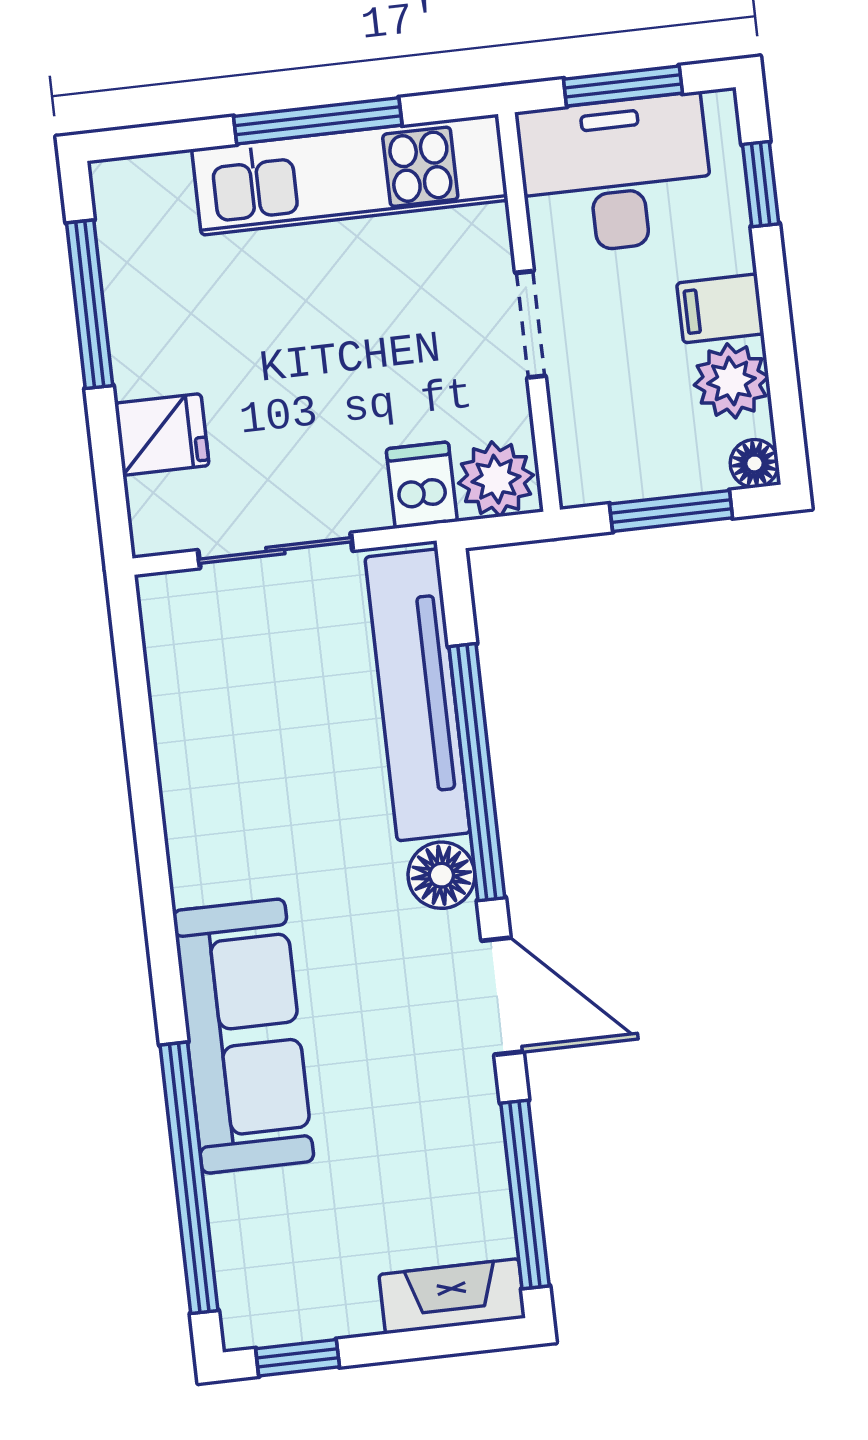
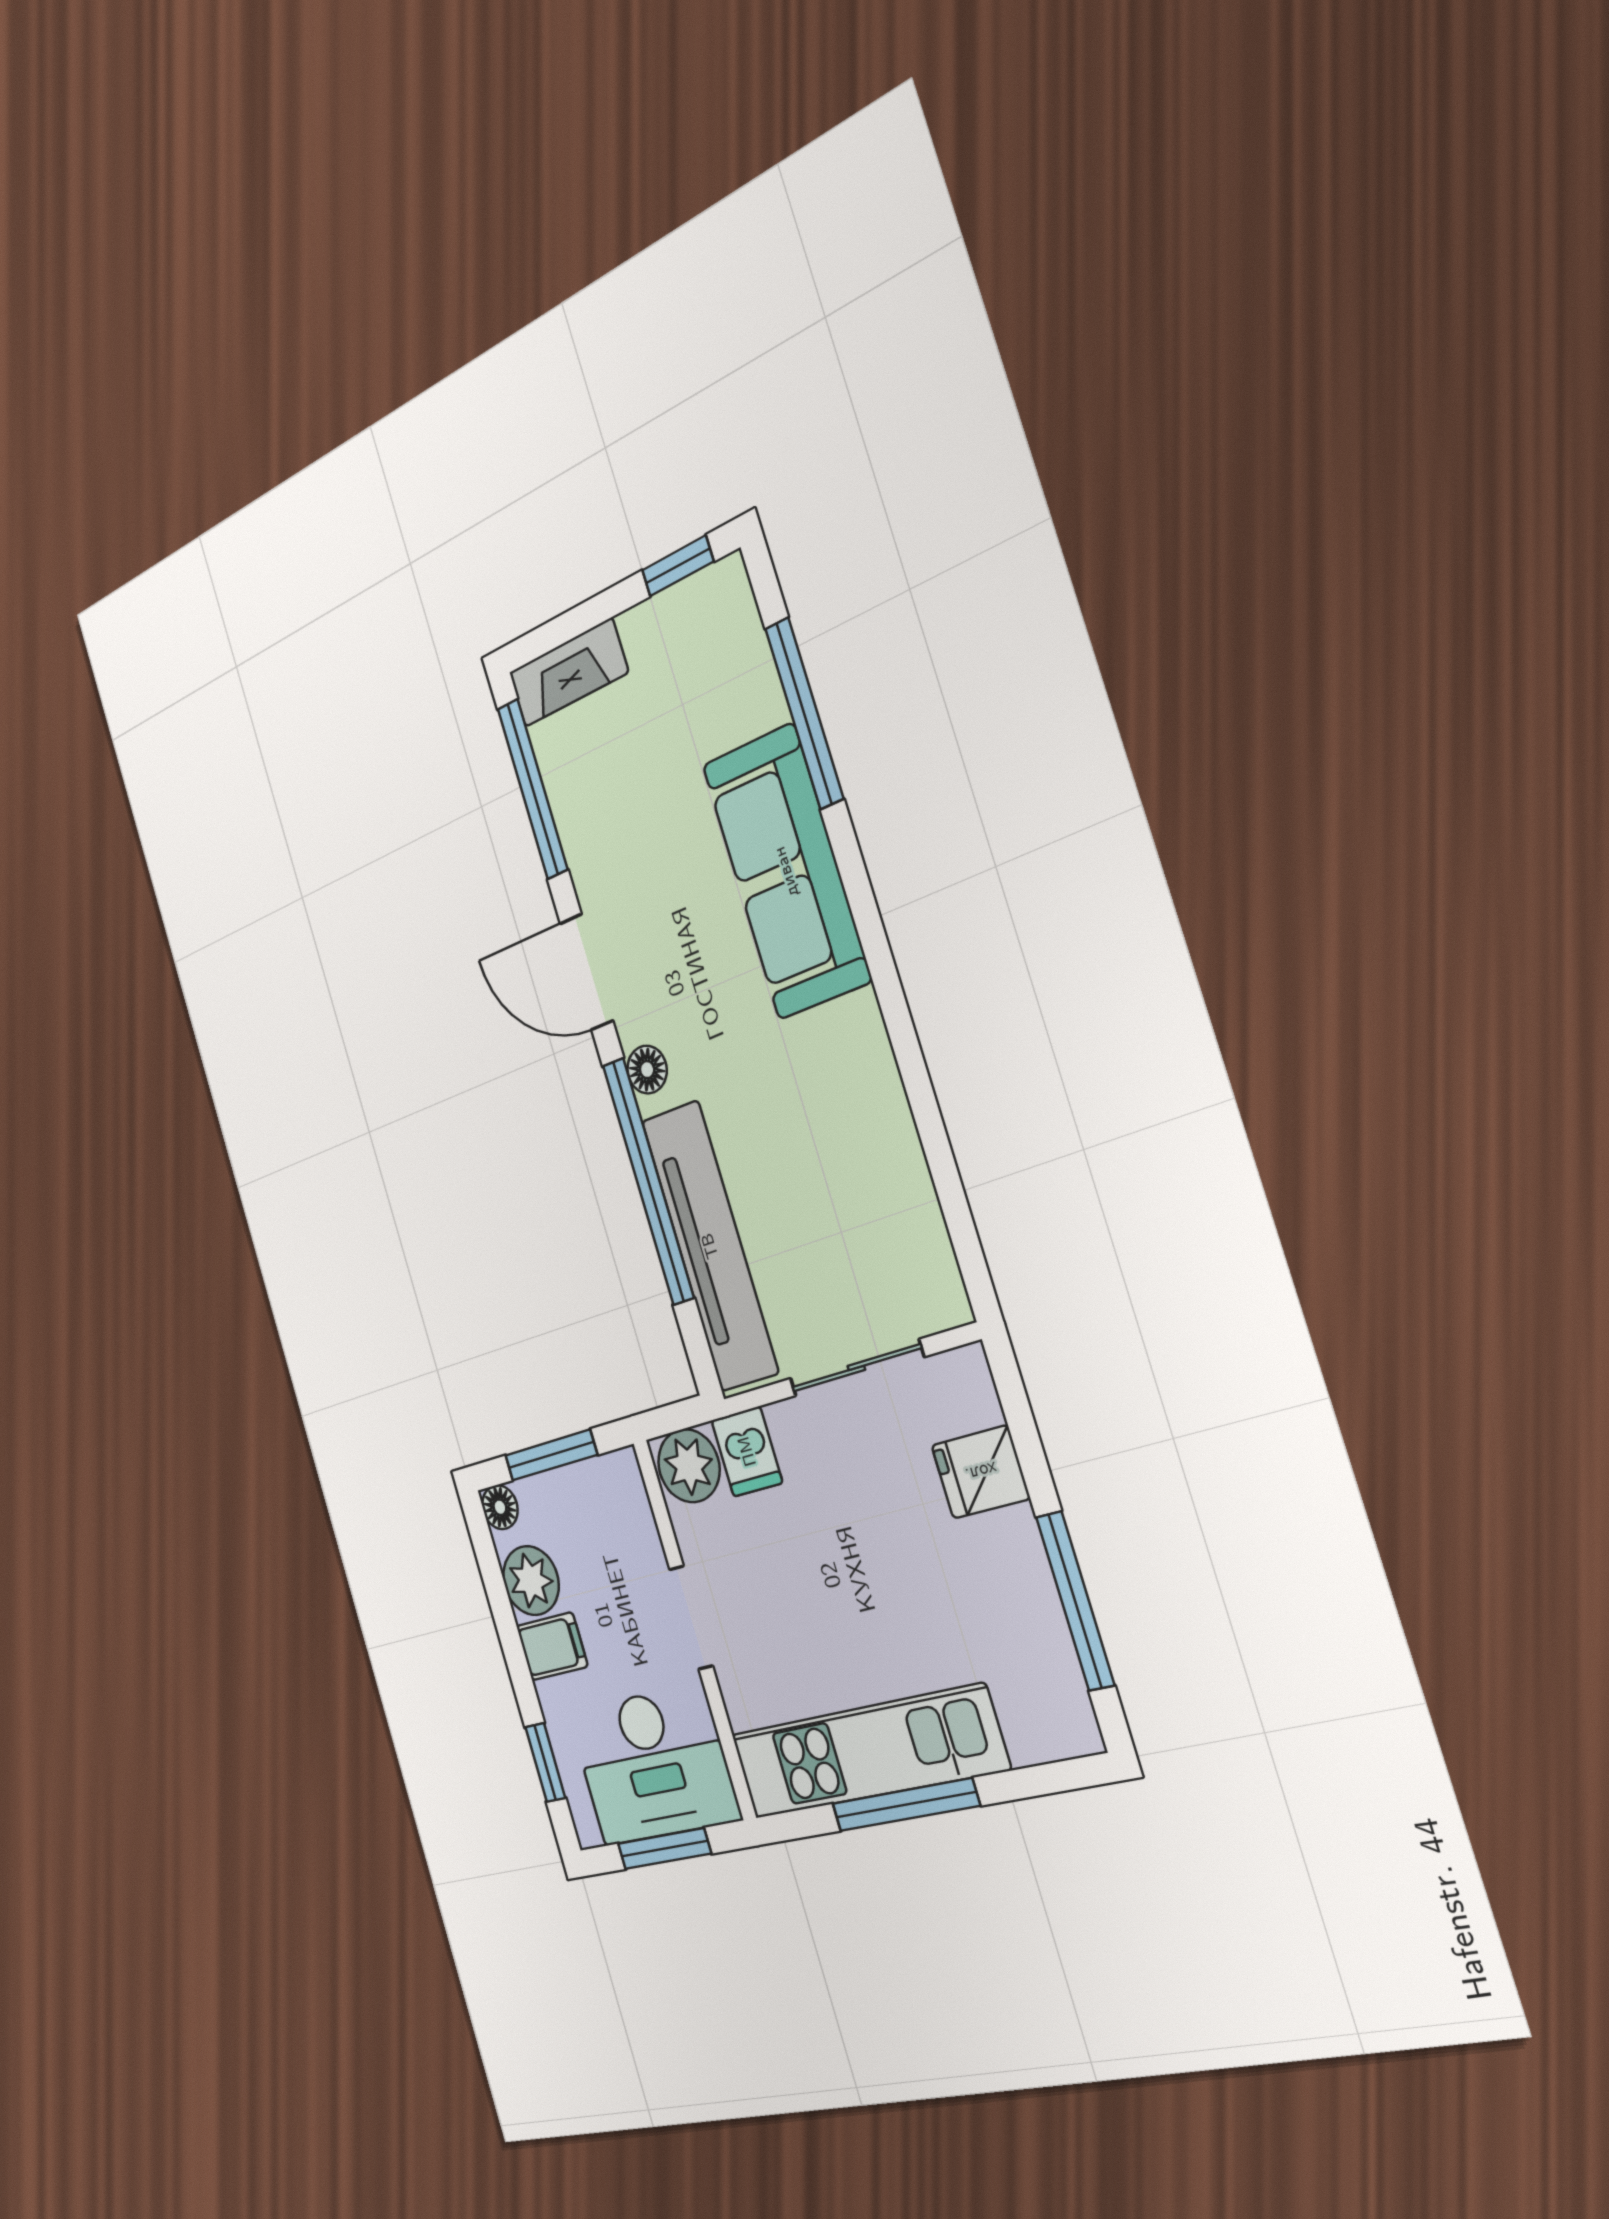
floor lamp: (441, 875) -> (647, 1070), width x0.73, depth x0.73
window: (189, 1178) -> (804, 713), width x0.68

